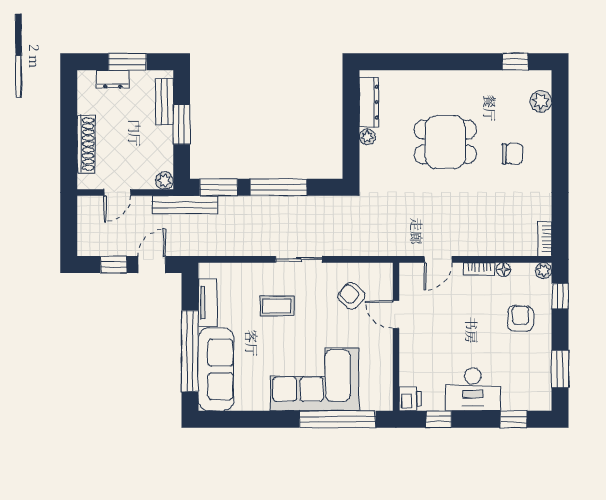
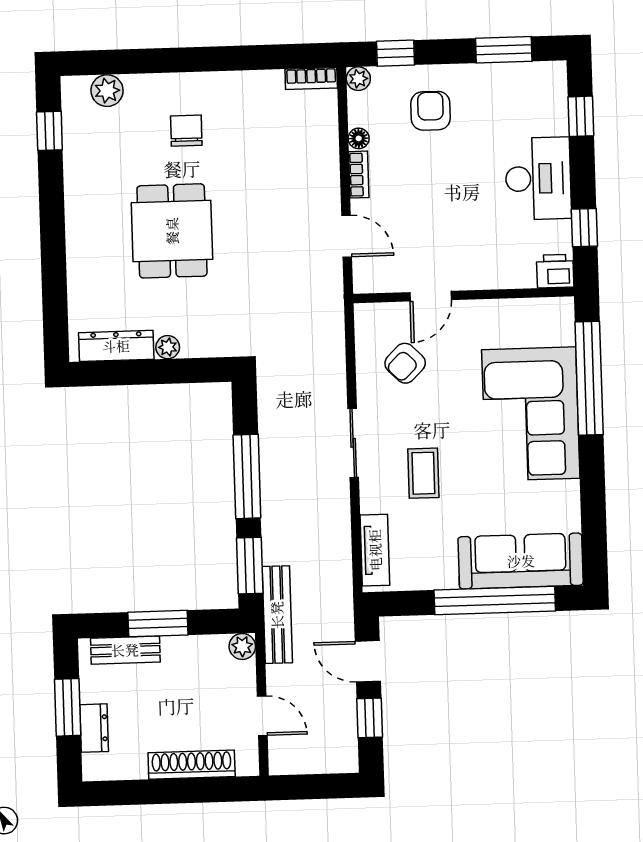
tv unit: (207, 302) -> (375, 550), moved, turned 90
armchair: (521, 318) -> (431, 111), turned 90

